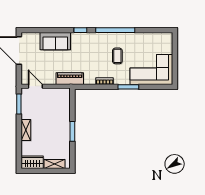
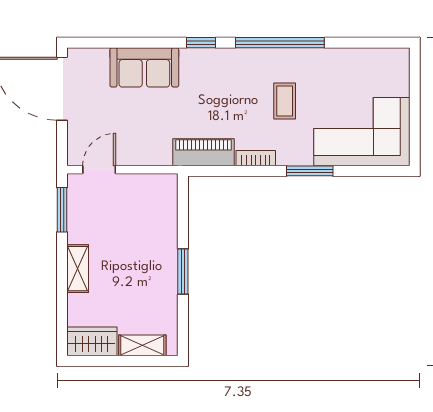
piano: (70, 79) -> (203, 152), moved
door: (35, 86) -> (99, 170), hinge flipped

